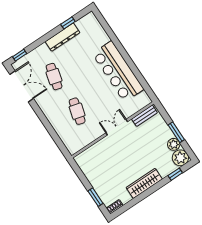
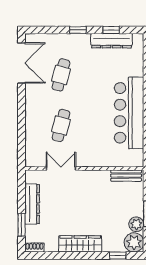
dresser: (63, 37) -> (112, 41), moved
window: (20, 55) -> (78, 30), moved
double door: (117, 127) -> (61, 168), moved
dresser: (93, 178) -> (32, 204), added

